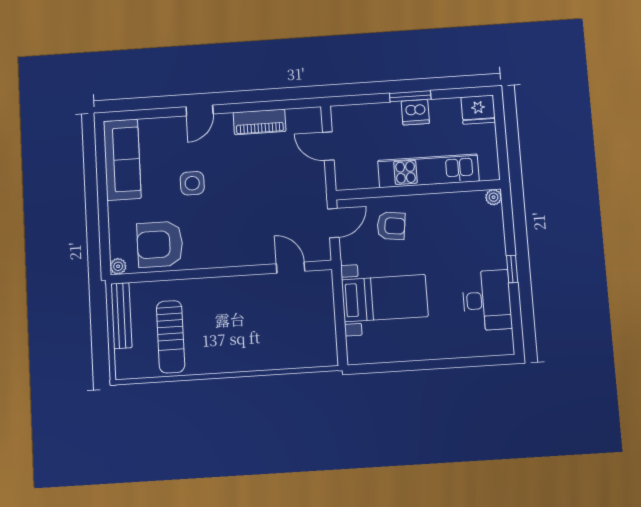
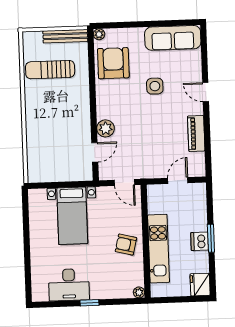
armchair: (391, 226) -> (126, 245), moved, turned 97
plant: (255, 253) -> (106, 128), added

